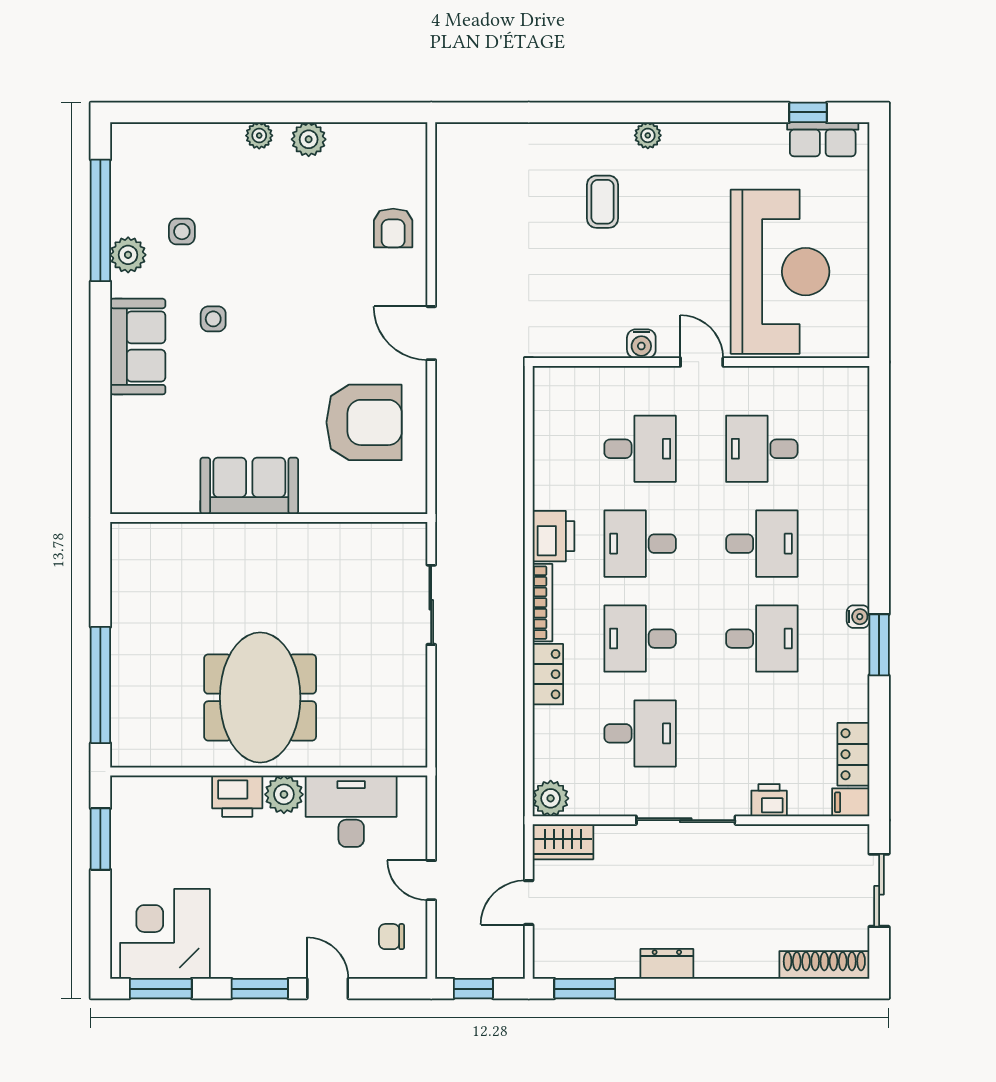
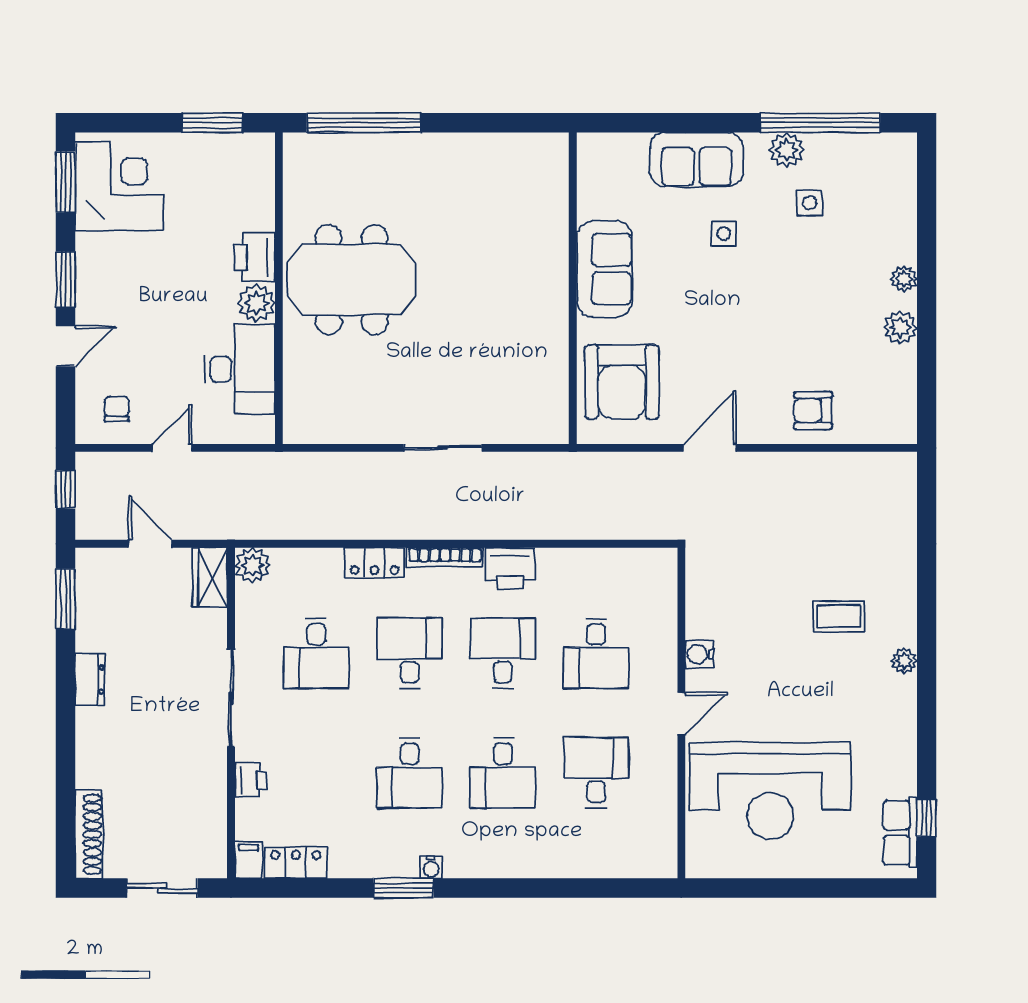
sofa: (249, 486) -> (604, 269), moved
wall: (269, 518) -> (573, 288), moved

